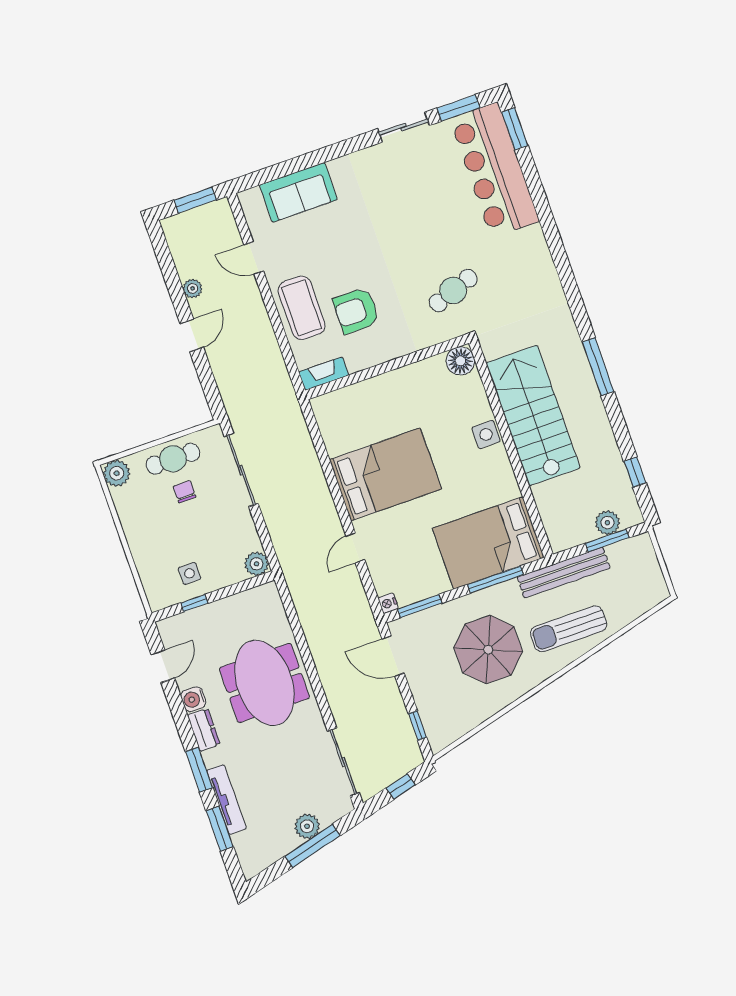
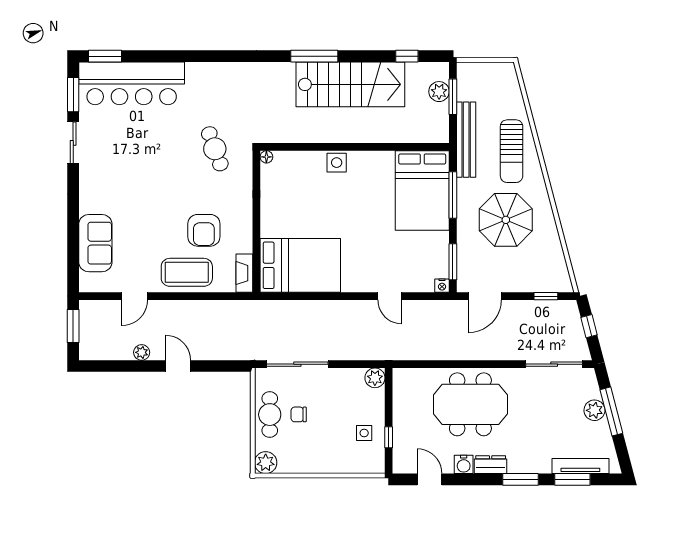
floor lamp: (460, 361) -> (266, 157), width x0.53, depth x0.53
stairs: (533, 415) -> (350, 84), moved, turned 180
bed: (385, 474) -> (300, 265), moved, turned 90
tv unit: (227, 800) -> (580, 466), moved

